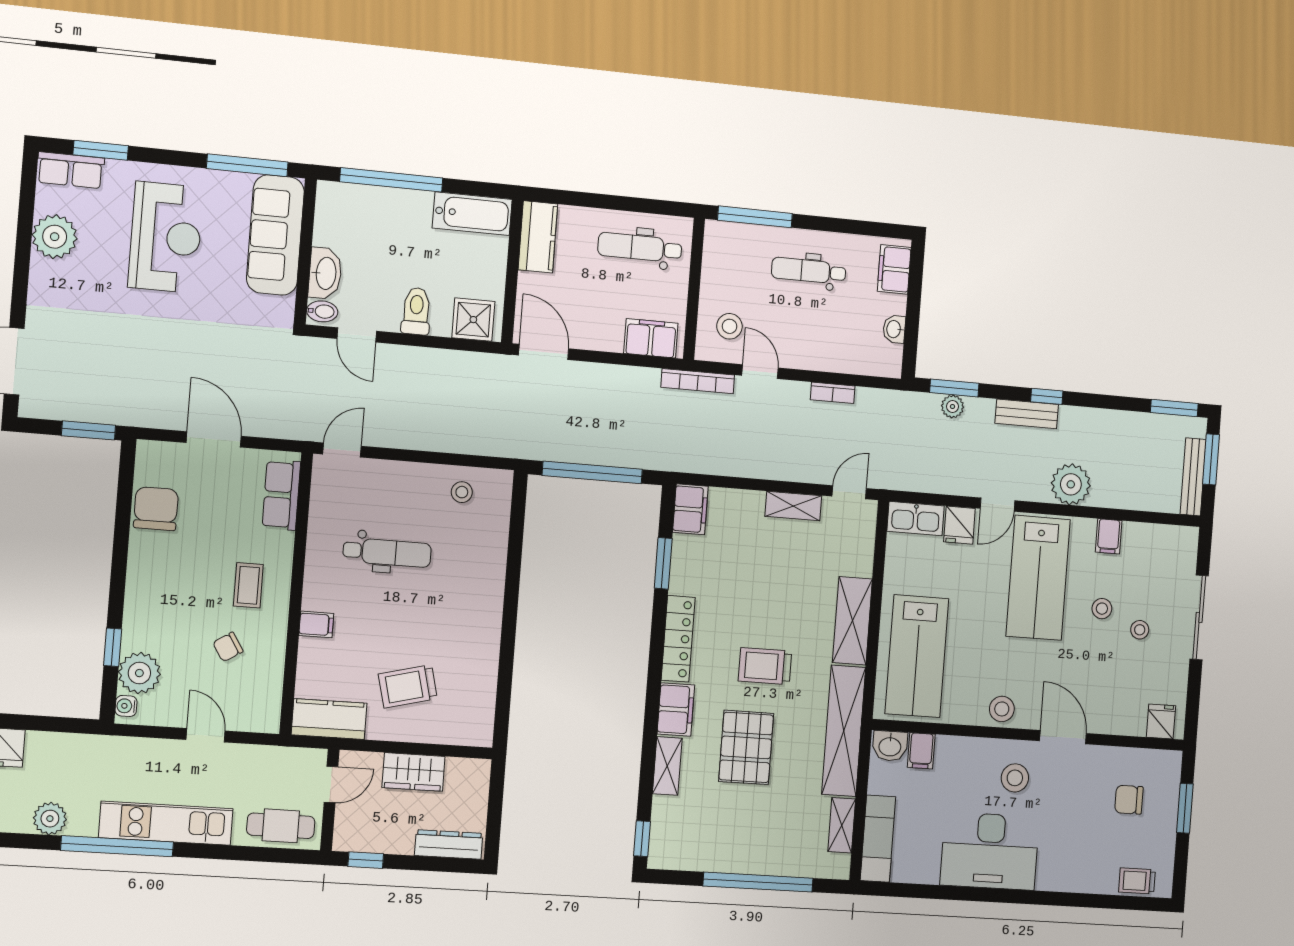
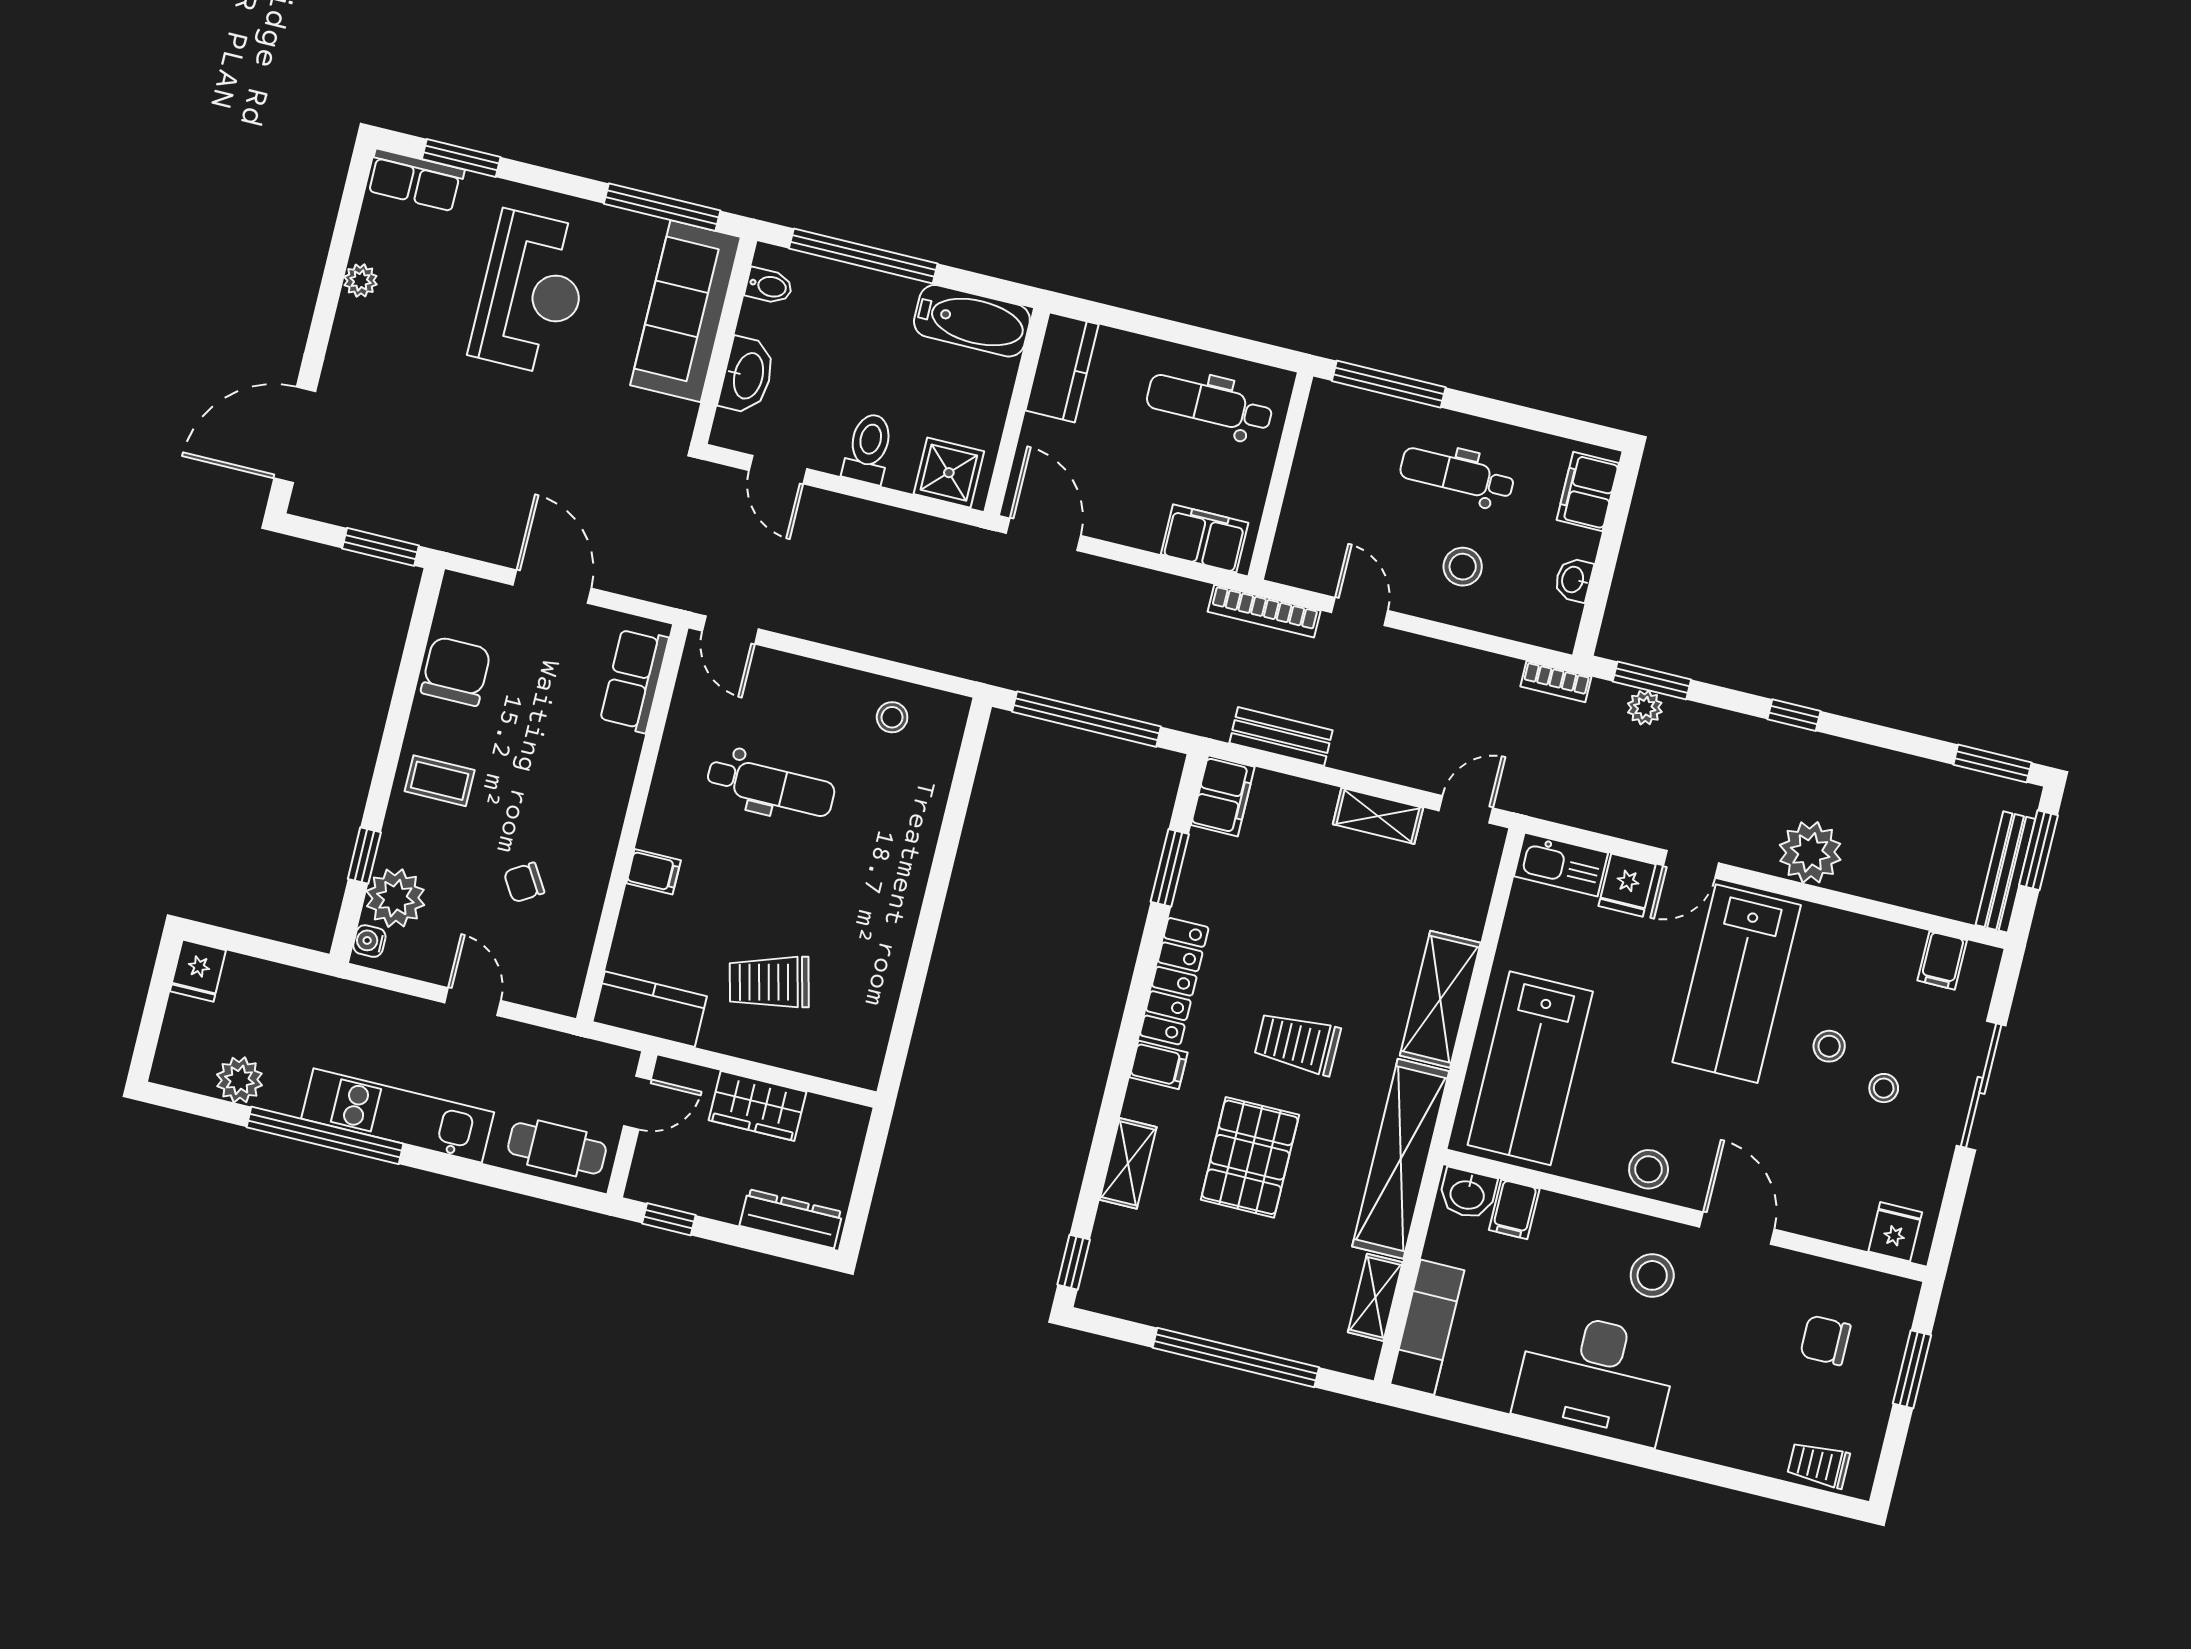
plant: (55, 237) -> (360, 281), width x0.53, depth x0.53
bidet: (322, 311) -> (769, 286), moved
stool: (730, 326) -> (1463, 567), moved
bookcase: (833, 393) -> (1556, 682), moved
bench: (1027, 414) -> (1281, 737), moved
door: (342, 450) -> (730, 630), swing flipped
filing cabinet: (1109, 536) -> (1942, 960), moved
coffee table: (248, 585) -> (440, 781), moved, turned 90
filing cabinet: (676, 709) -> (1159, 1065), width x0.50

